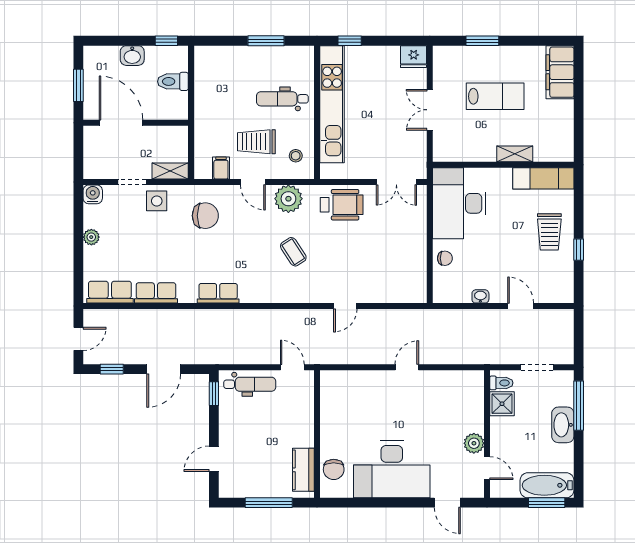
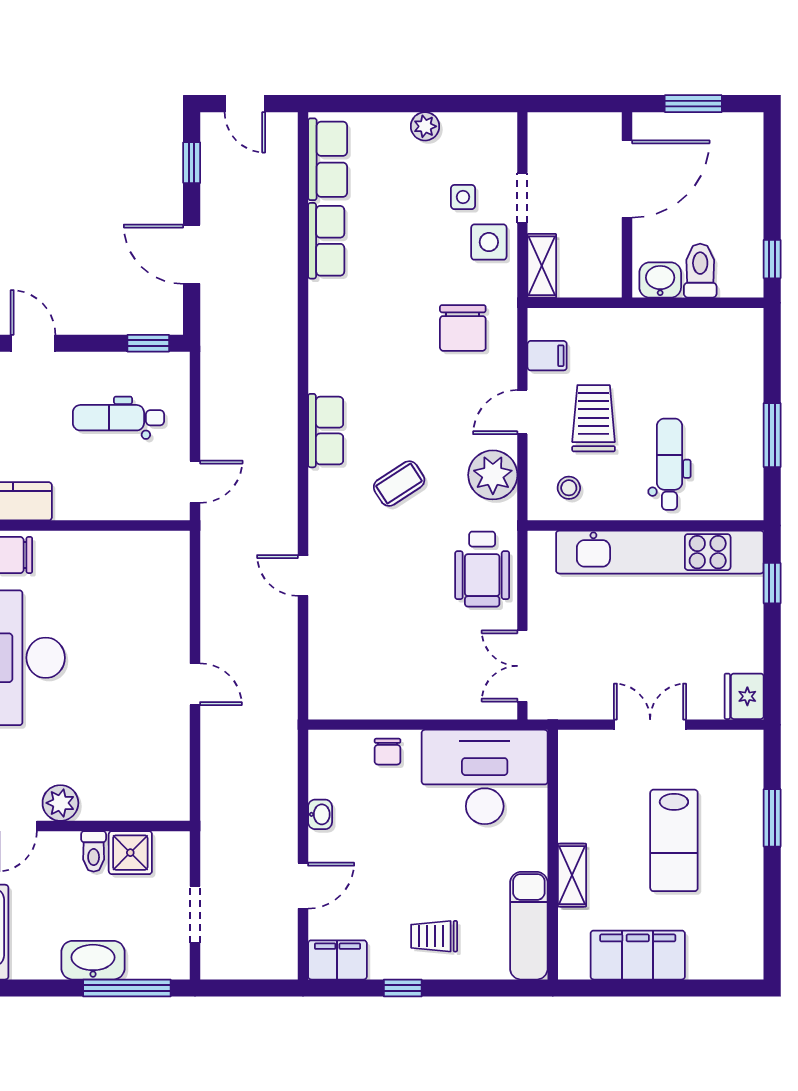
washbasin: (132, 56) -> (660, 280), moved, turned 90
filing cabinet: (560, 72) -> (638, 955), moved
water cooler: (93, 194) -> (501, 129), removed
side table: (131, 216) -> (463, 197), added
trolley: (549, 232) -> (434, 936), width x0.73, depth x0.72
filing cabinet: (563, 287) -> (337, 960), added
row of seats: (218, 293) -> (326, 431), moved
toilet: (501, 383) -> (94, 851), moved
dental chair: (250, 384) -> (118, 418), moved, turned 90

